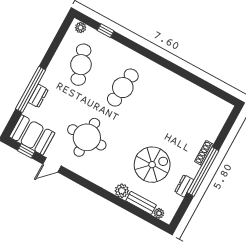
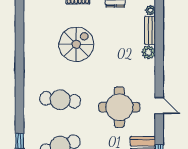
door: (52, 165) -> (159, 106), moved
spiral stairs: (152, 165) -> (76, 44), moved, turned 90

